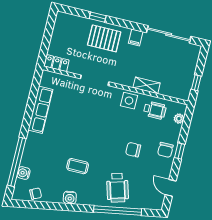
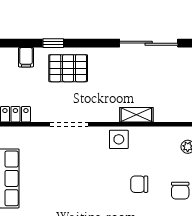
filing cabinet: (136, 37) -> (26, 57), moved
wheelchair: (155, 110) -> (154, 143), removed
chair: (133, 150) -> (139, 184), moved

